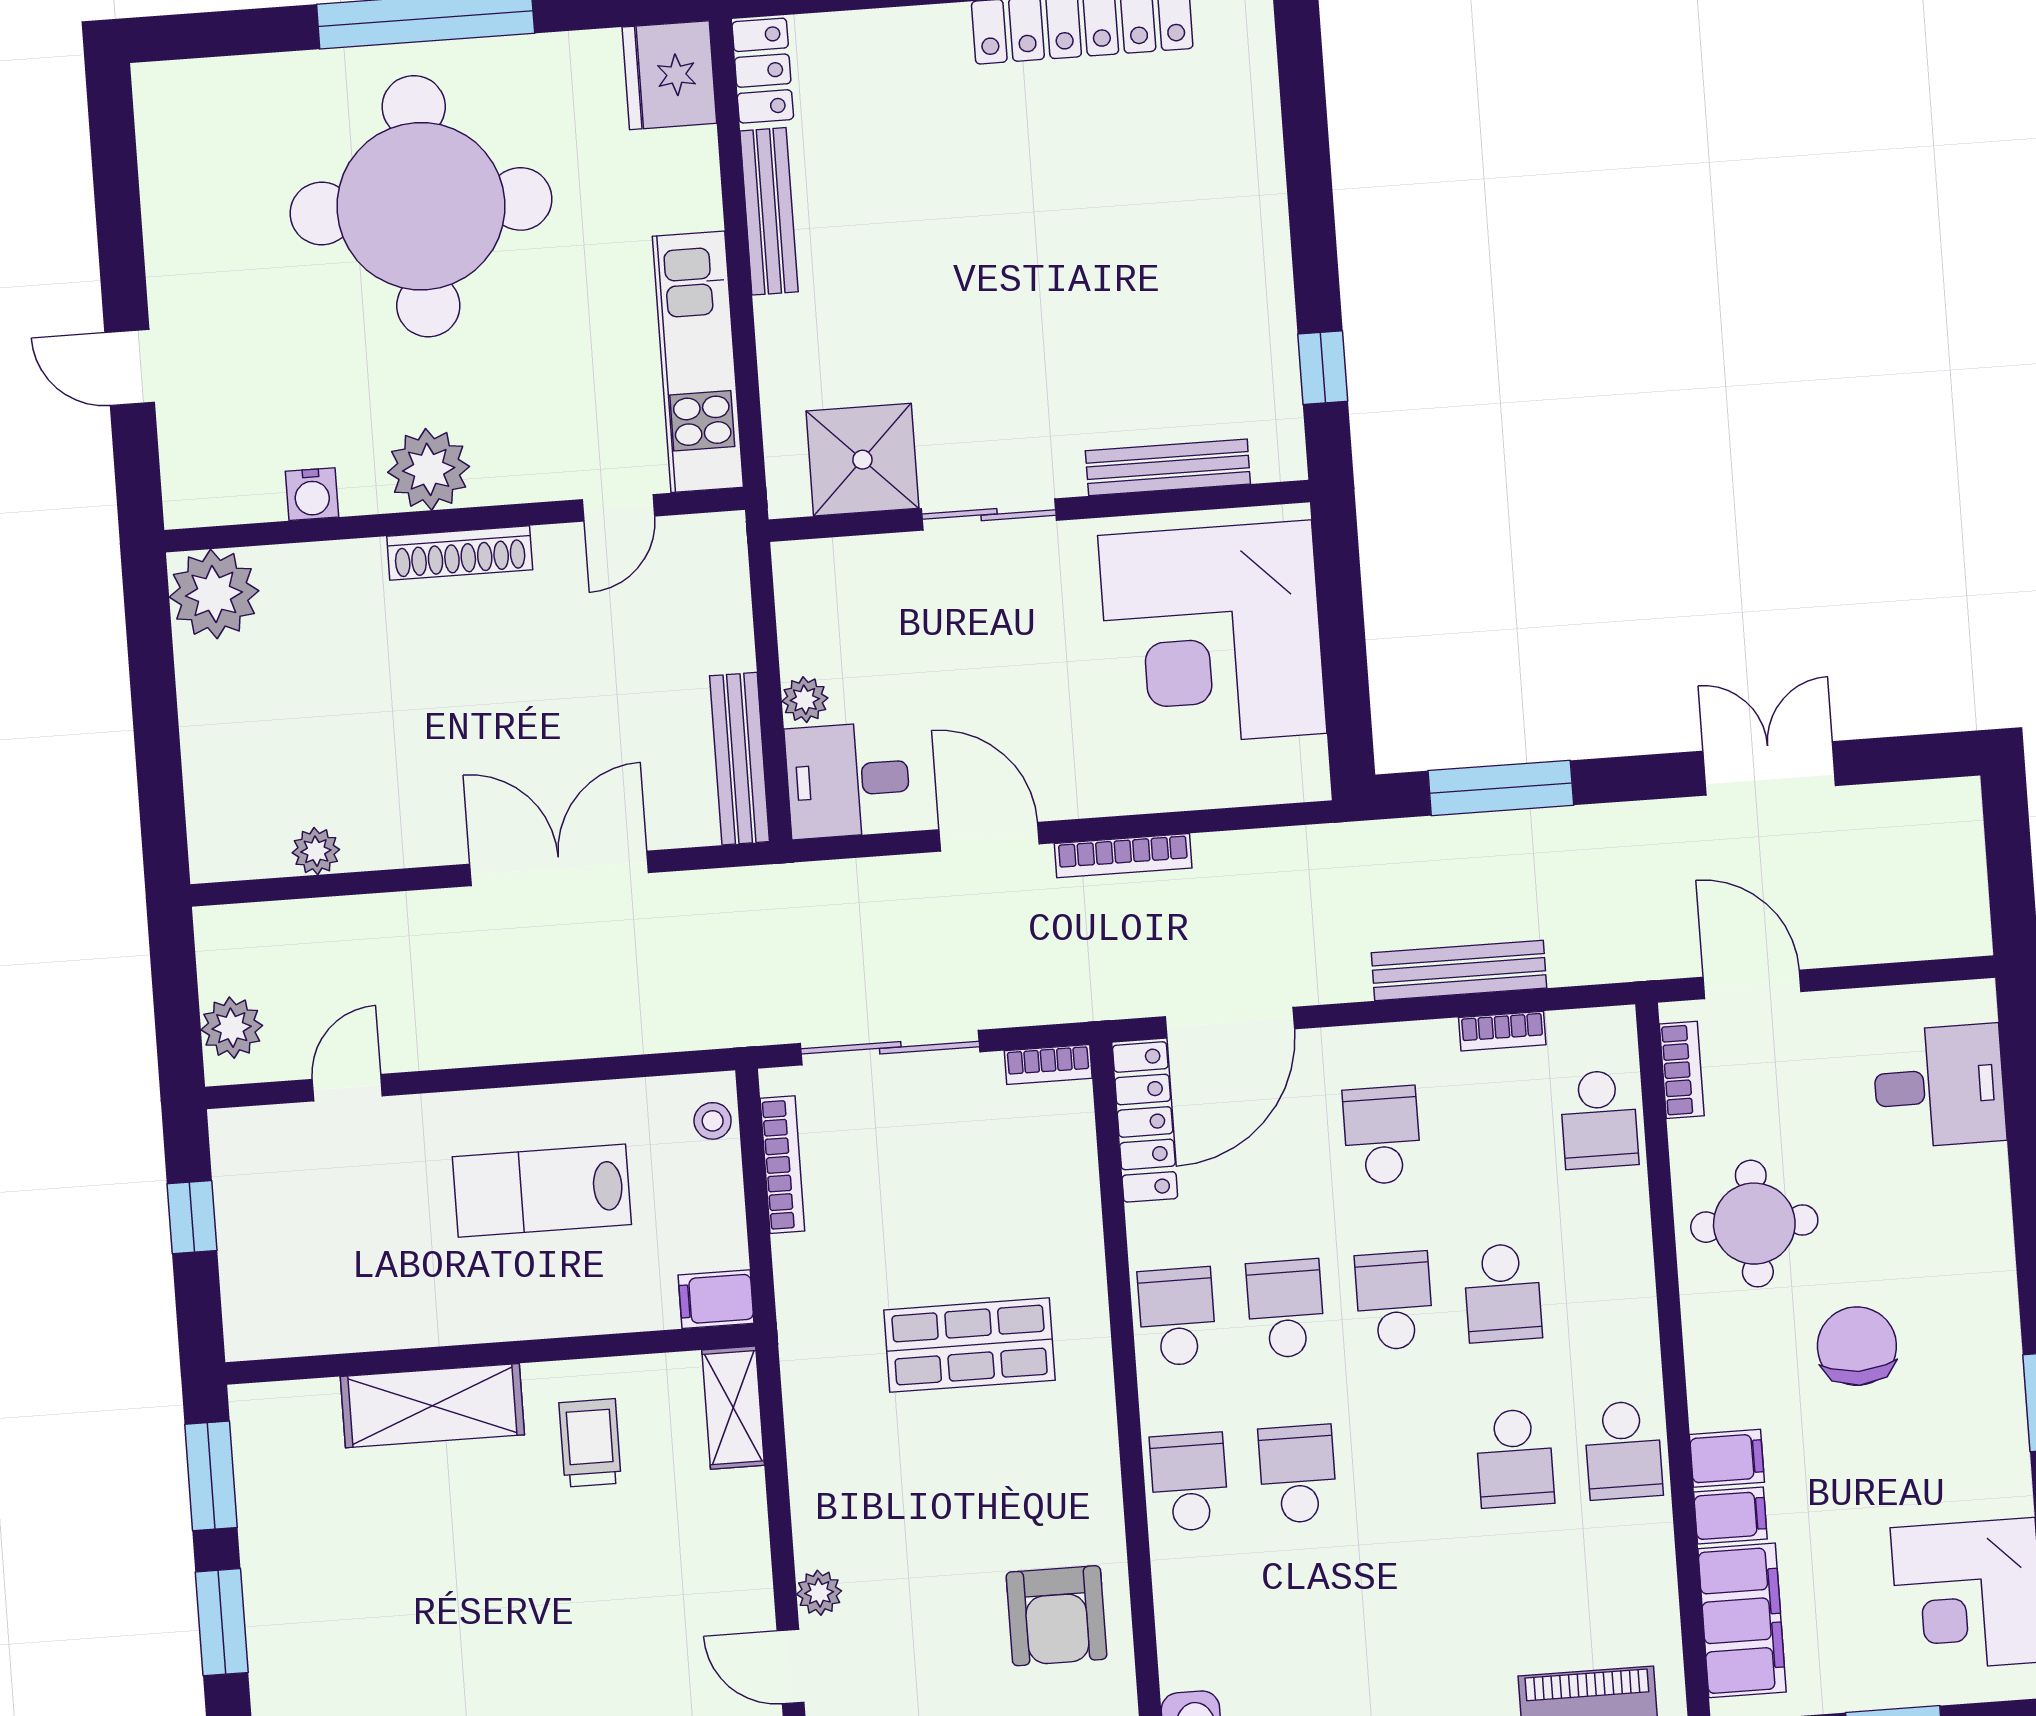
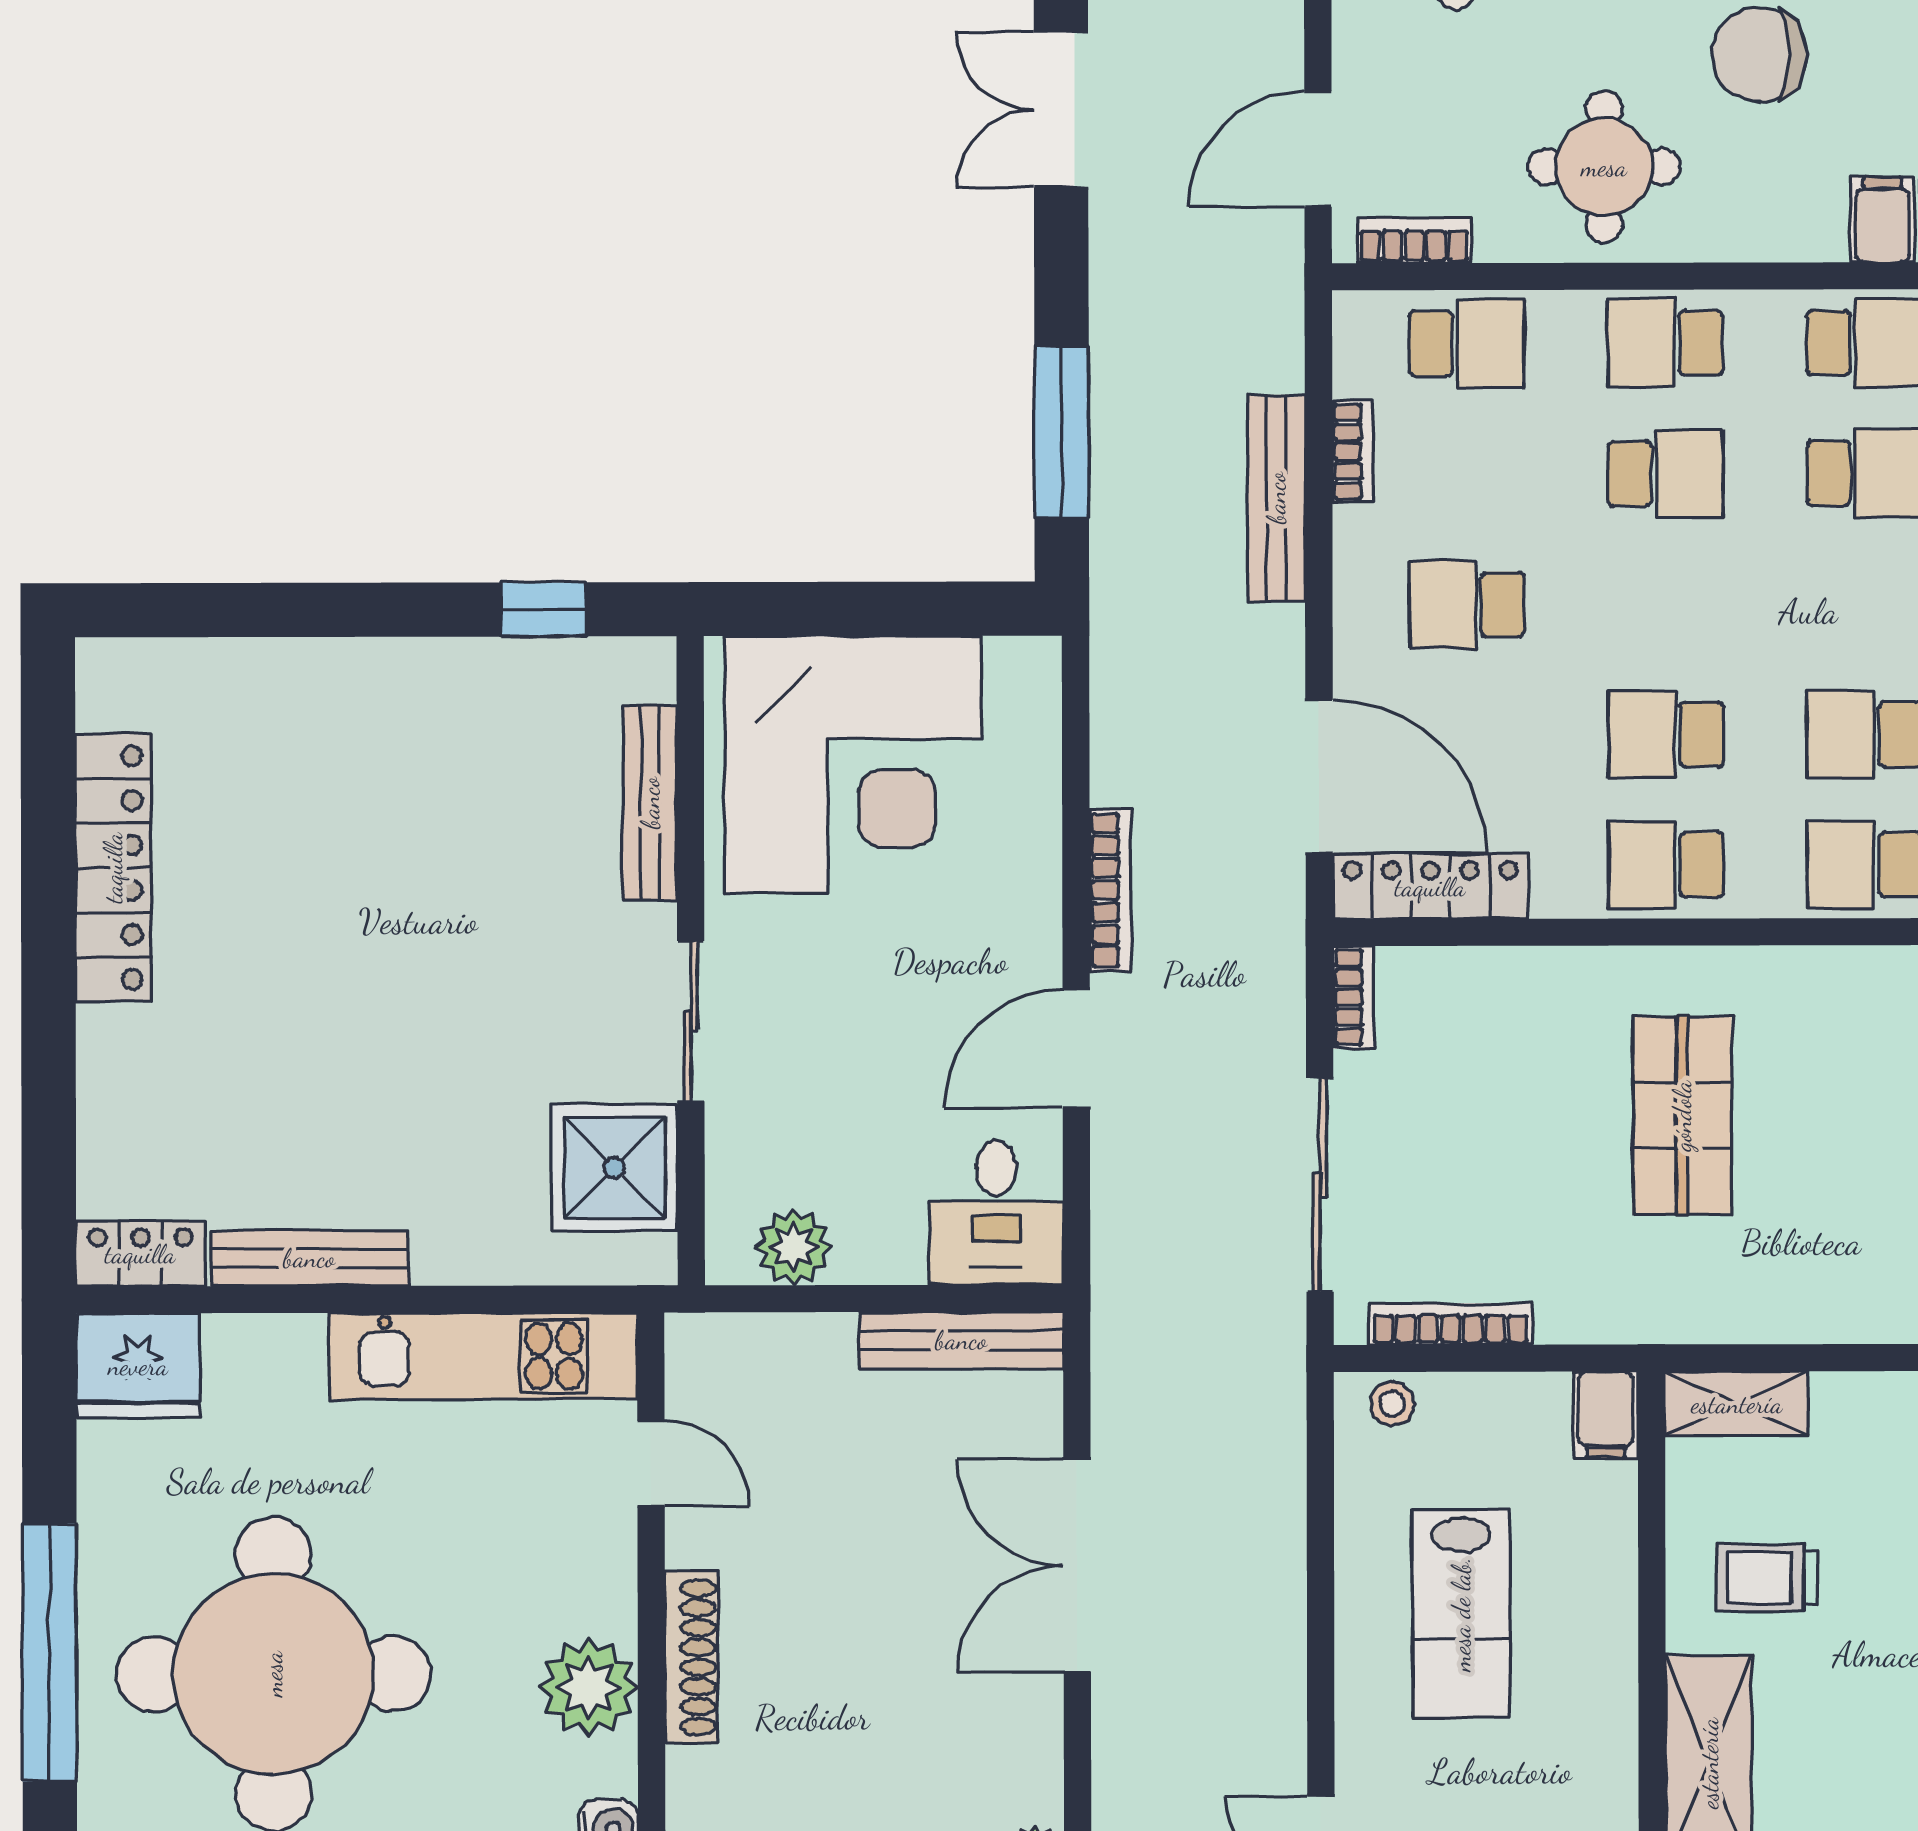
plant: (805, 700) -> (794, 1247), moved, width x1.38, depth x1.38
school desk: (1394, 1301) -> (1665, 343), moved

